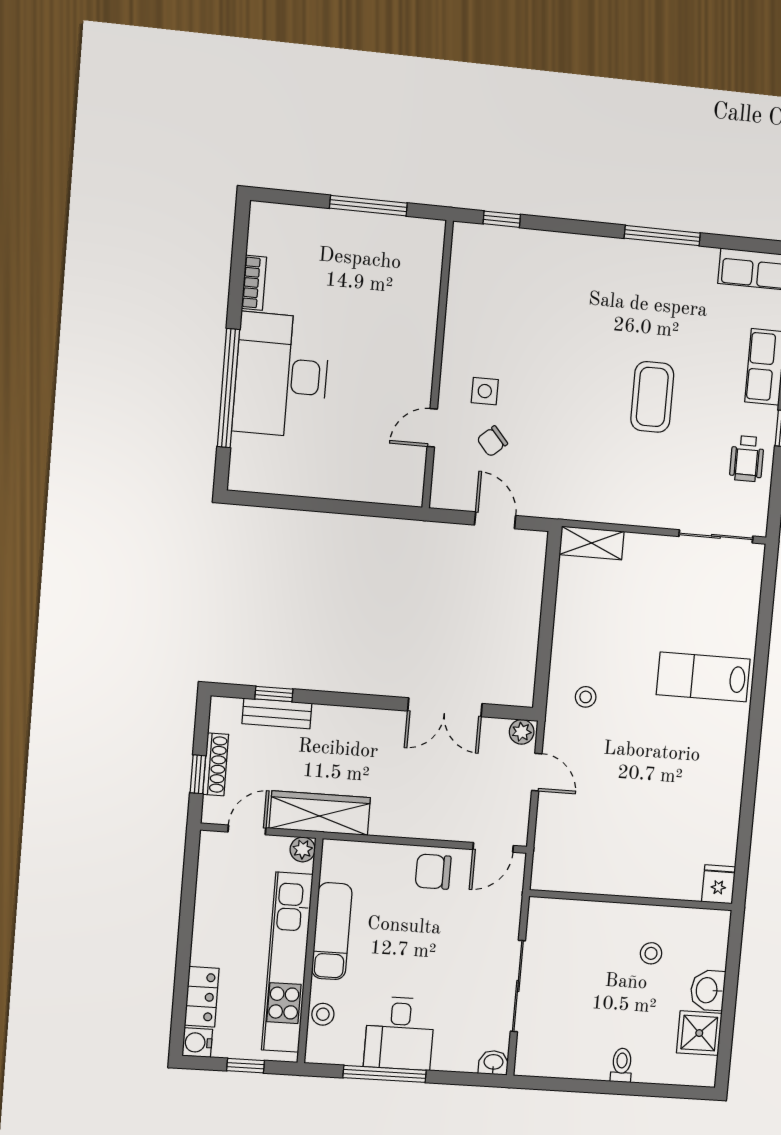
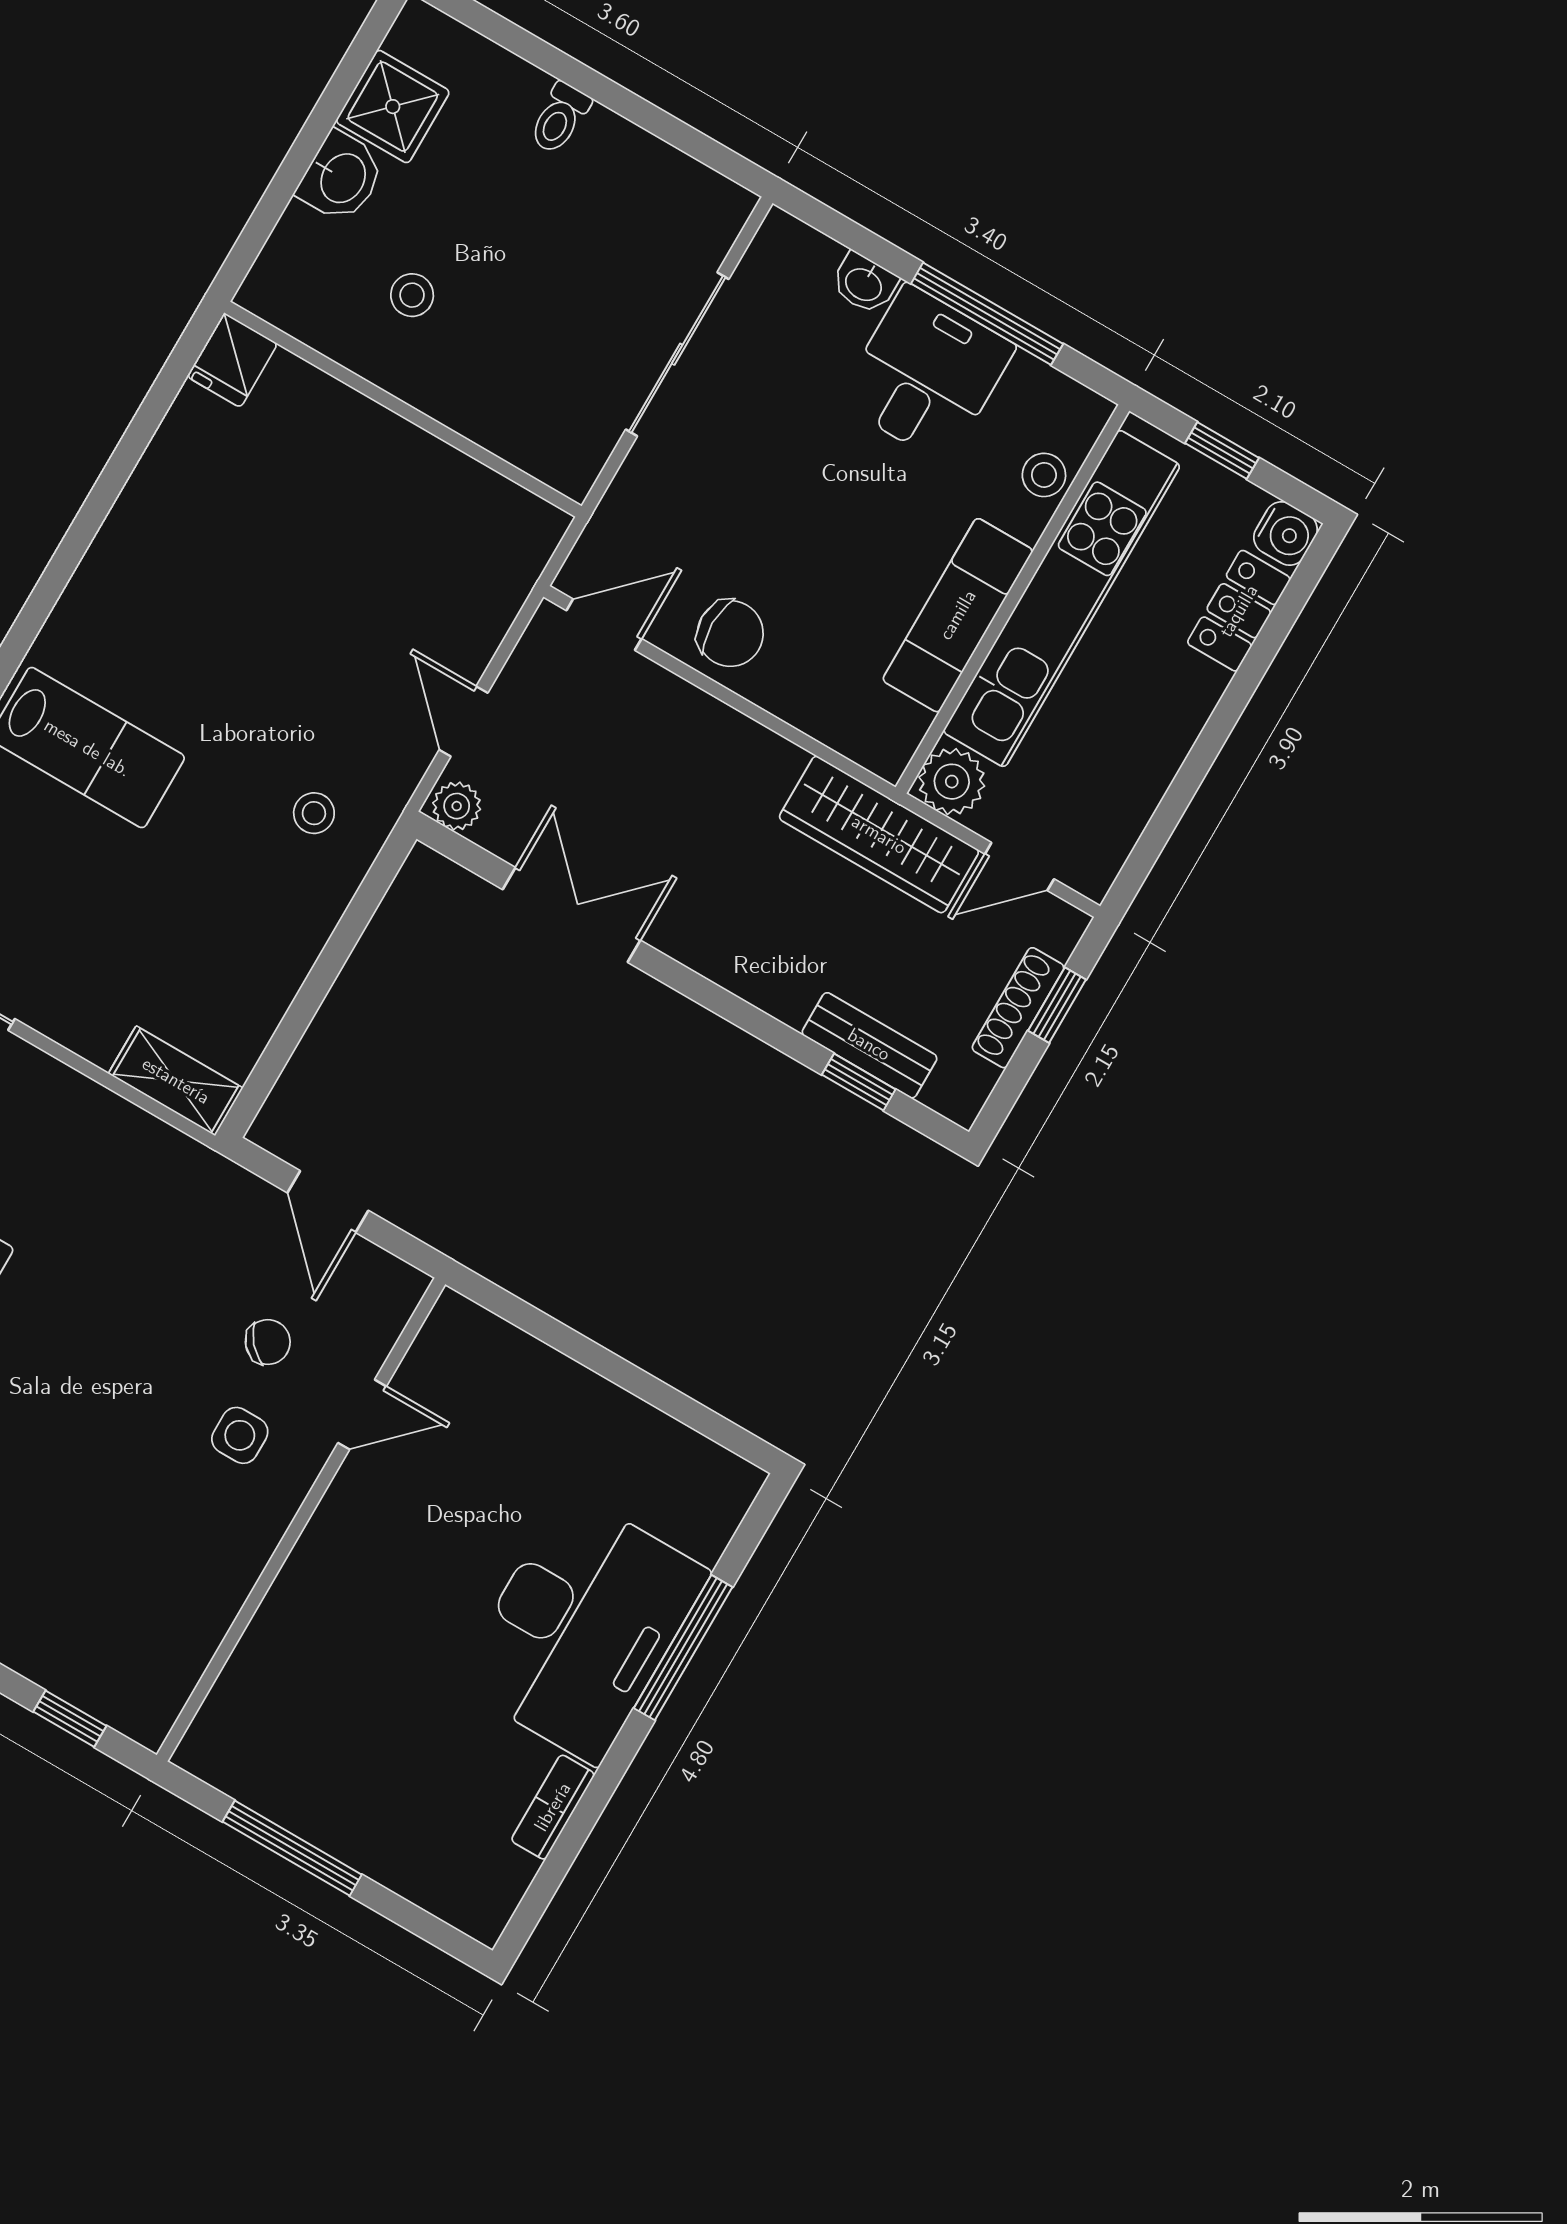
window: (228, 388) -> (683, 1648), width x0.68
plant: (303, 849) -> (952, 782), width x1.38, depth x1.38
washbasin: (493, 1063) -> (864, 283), moved

